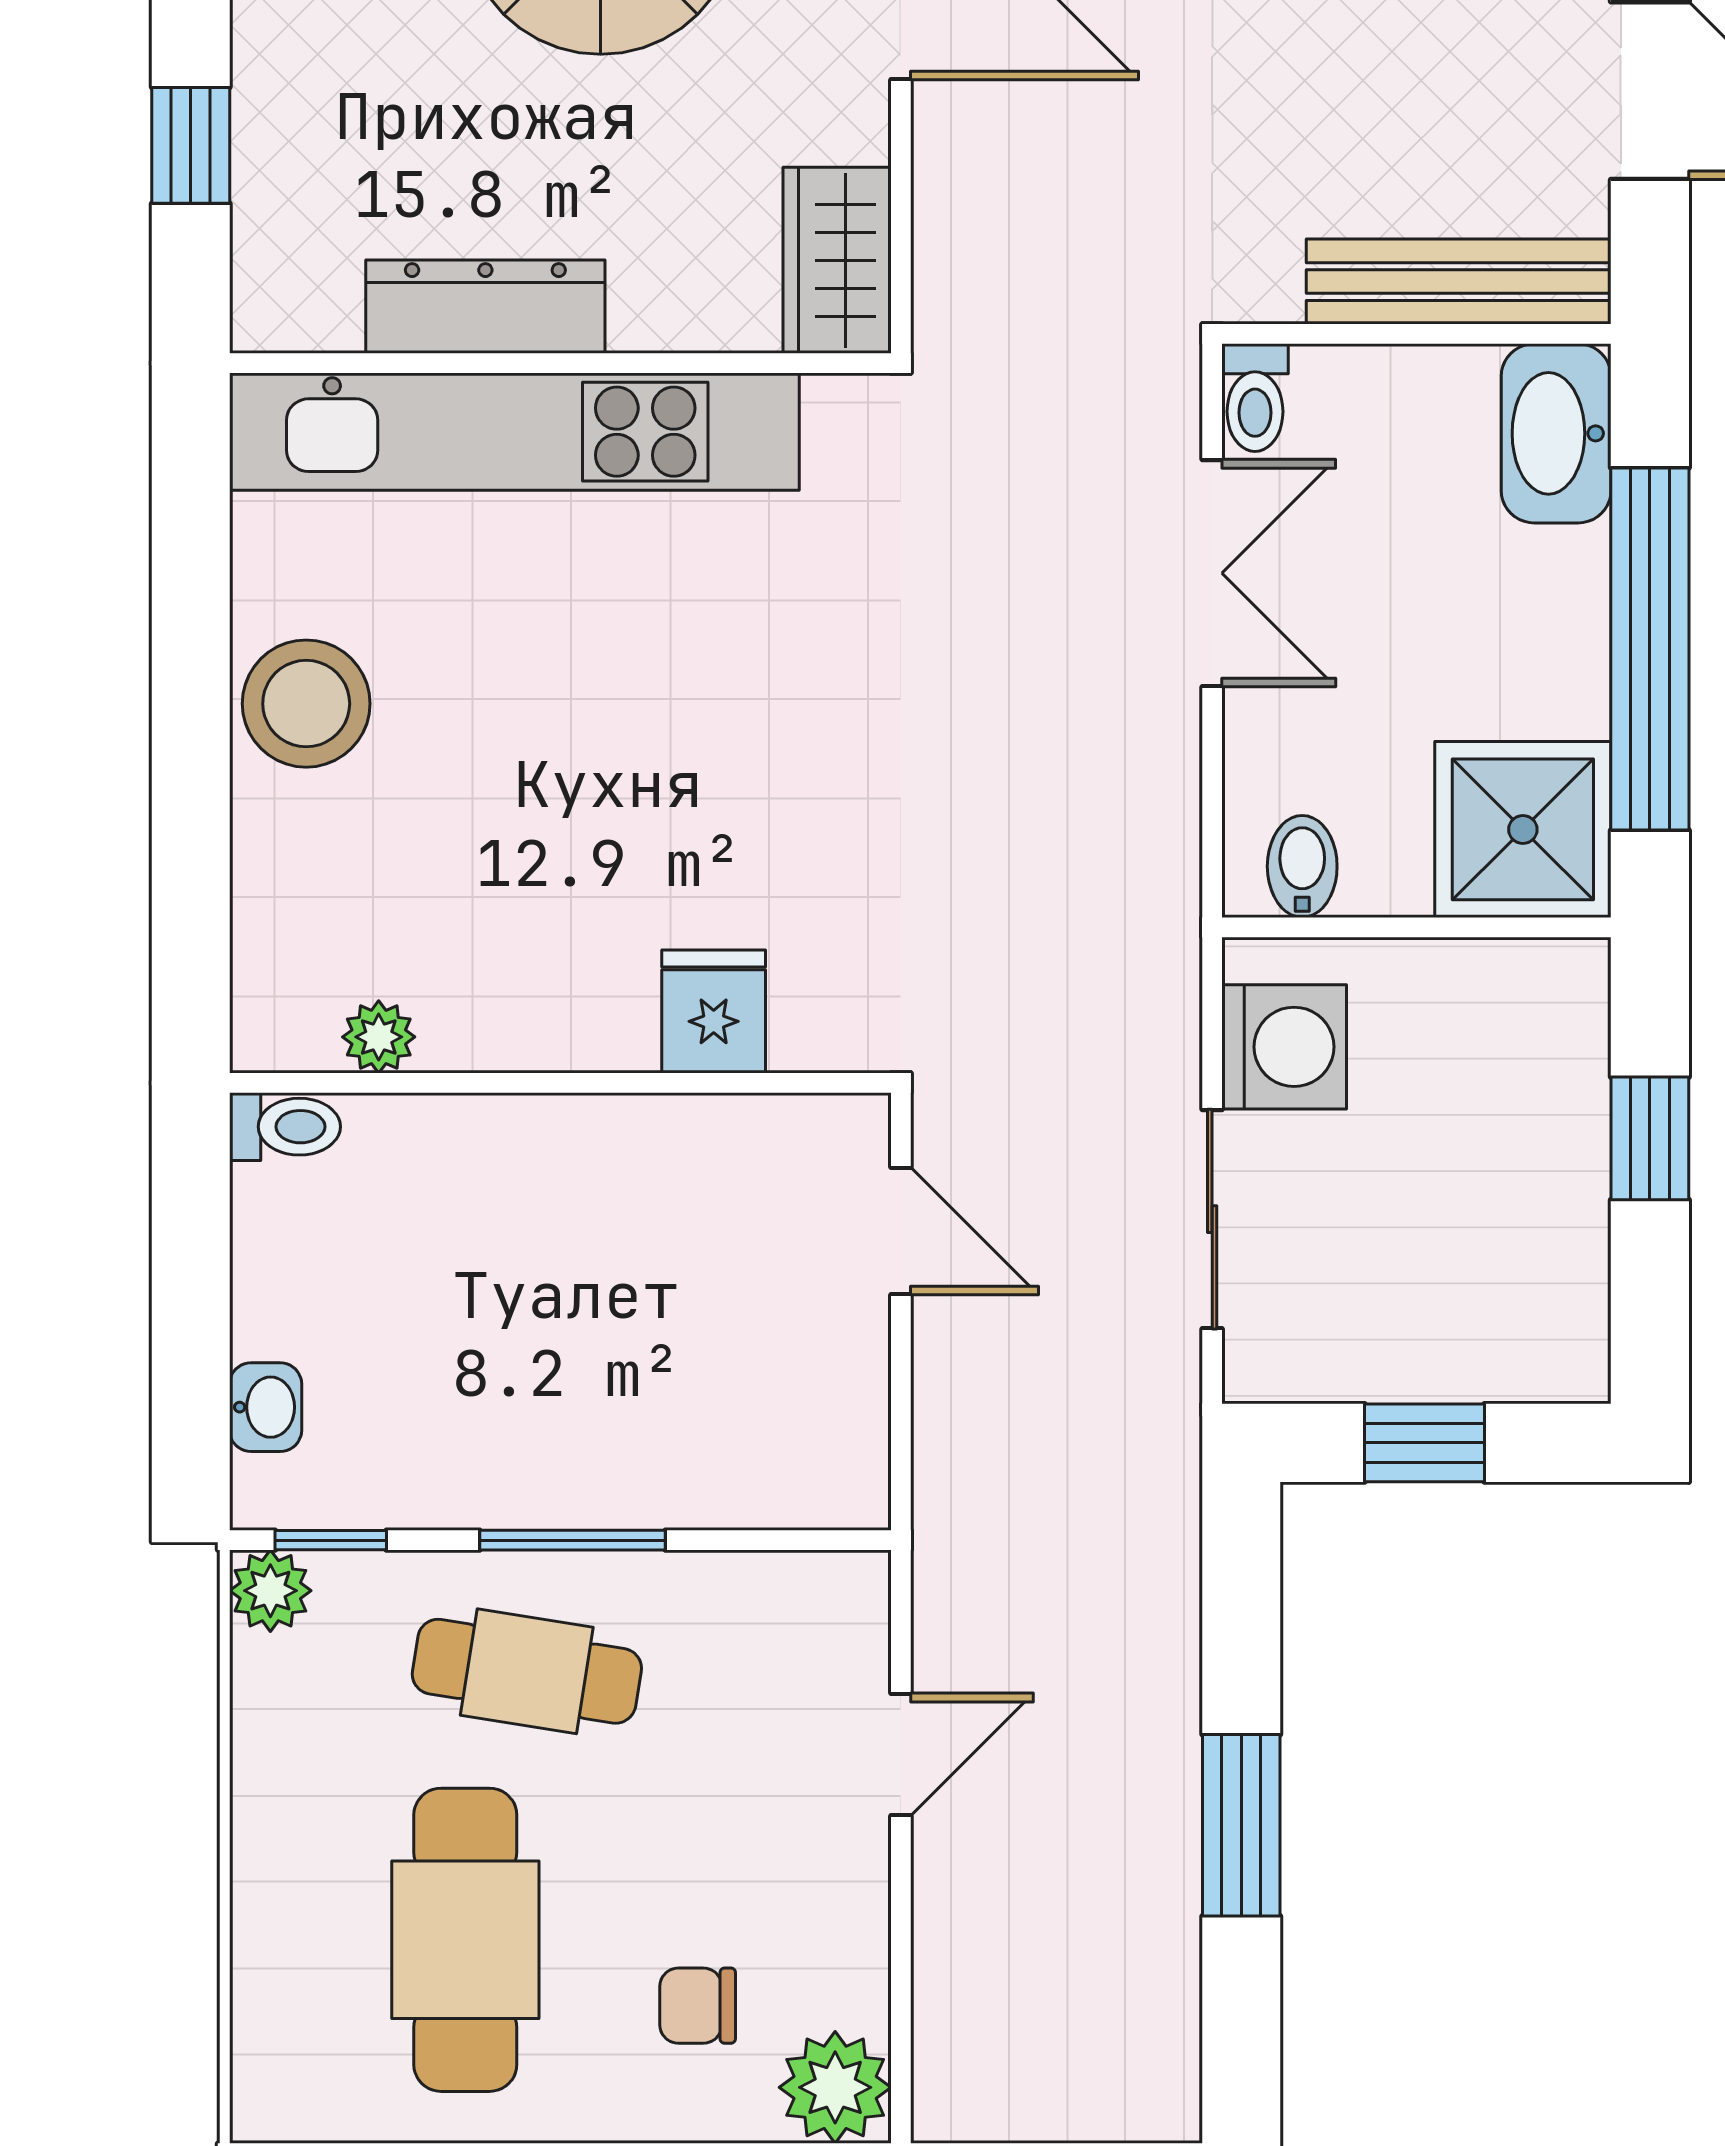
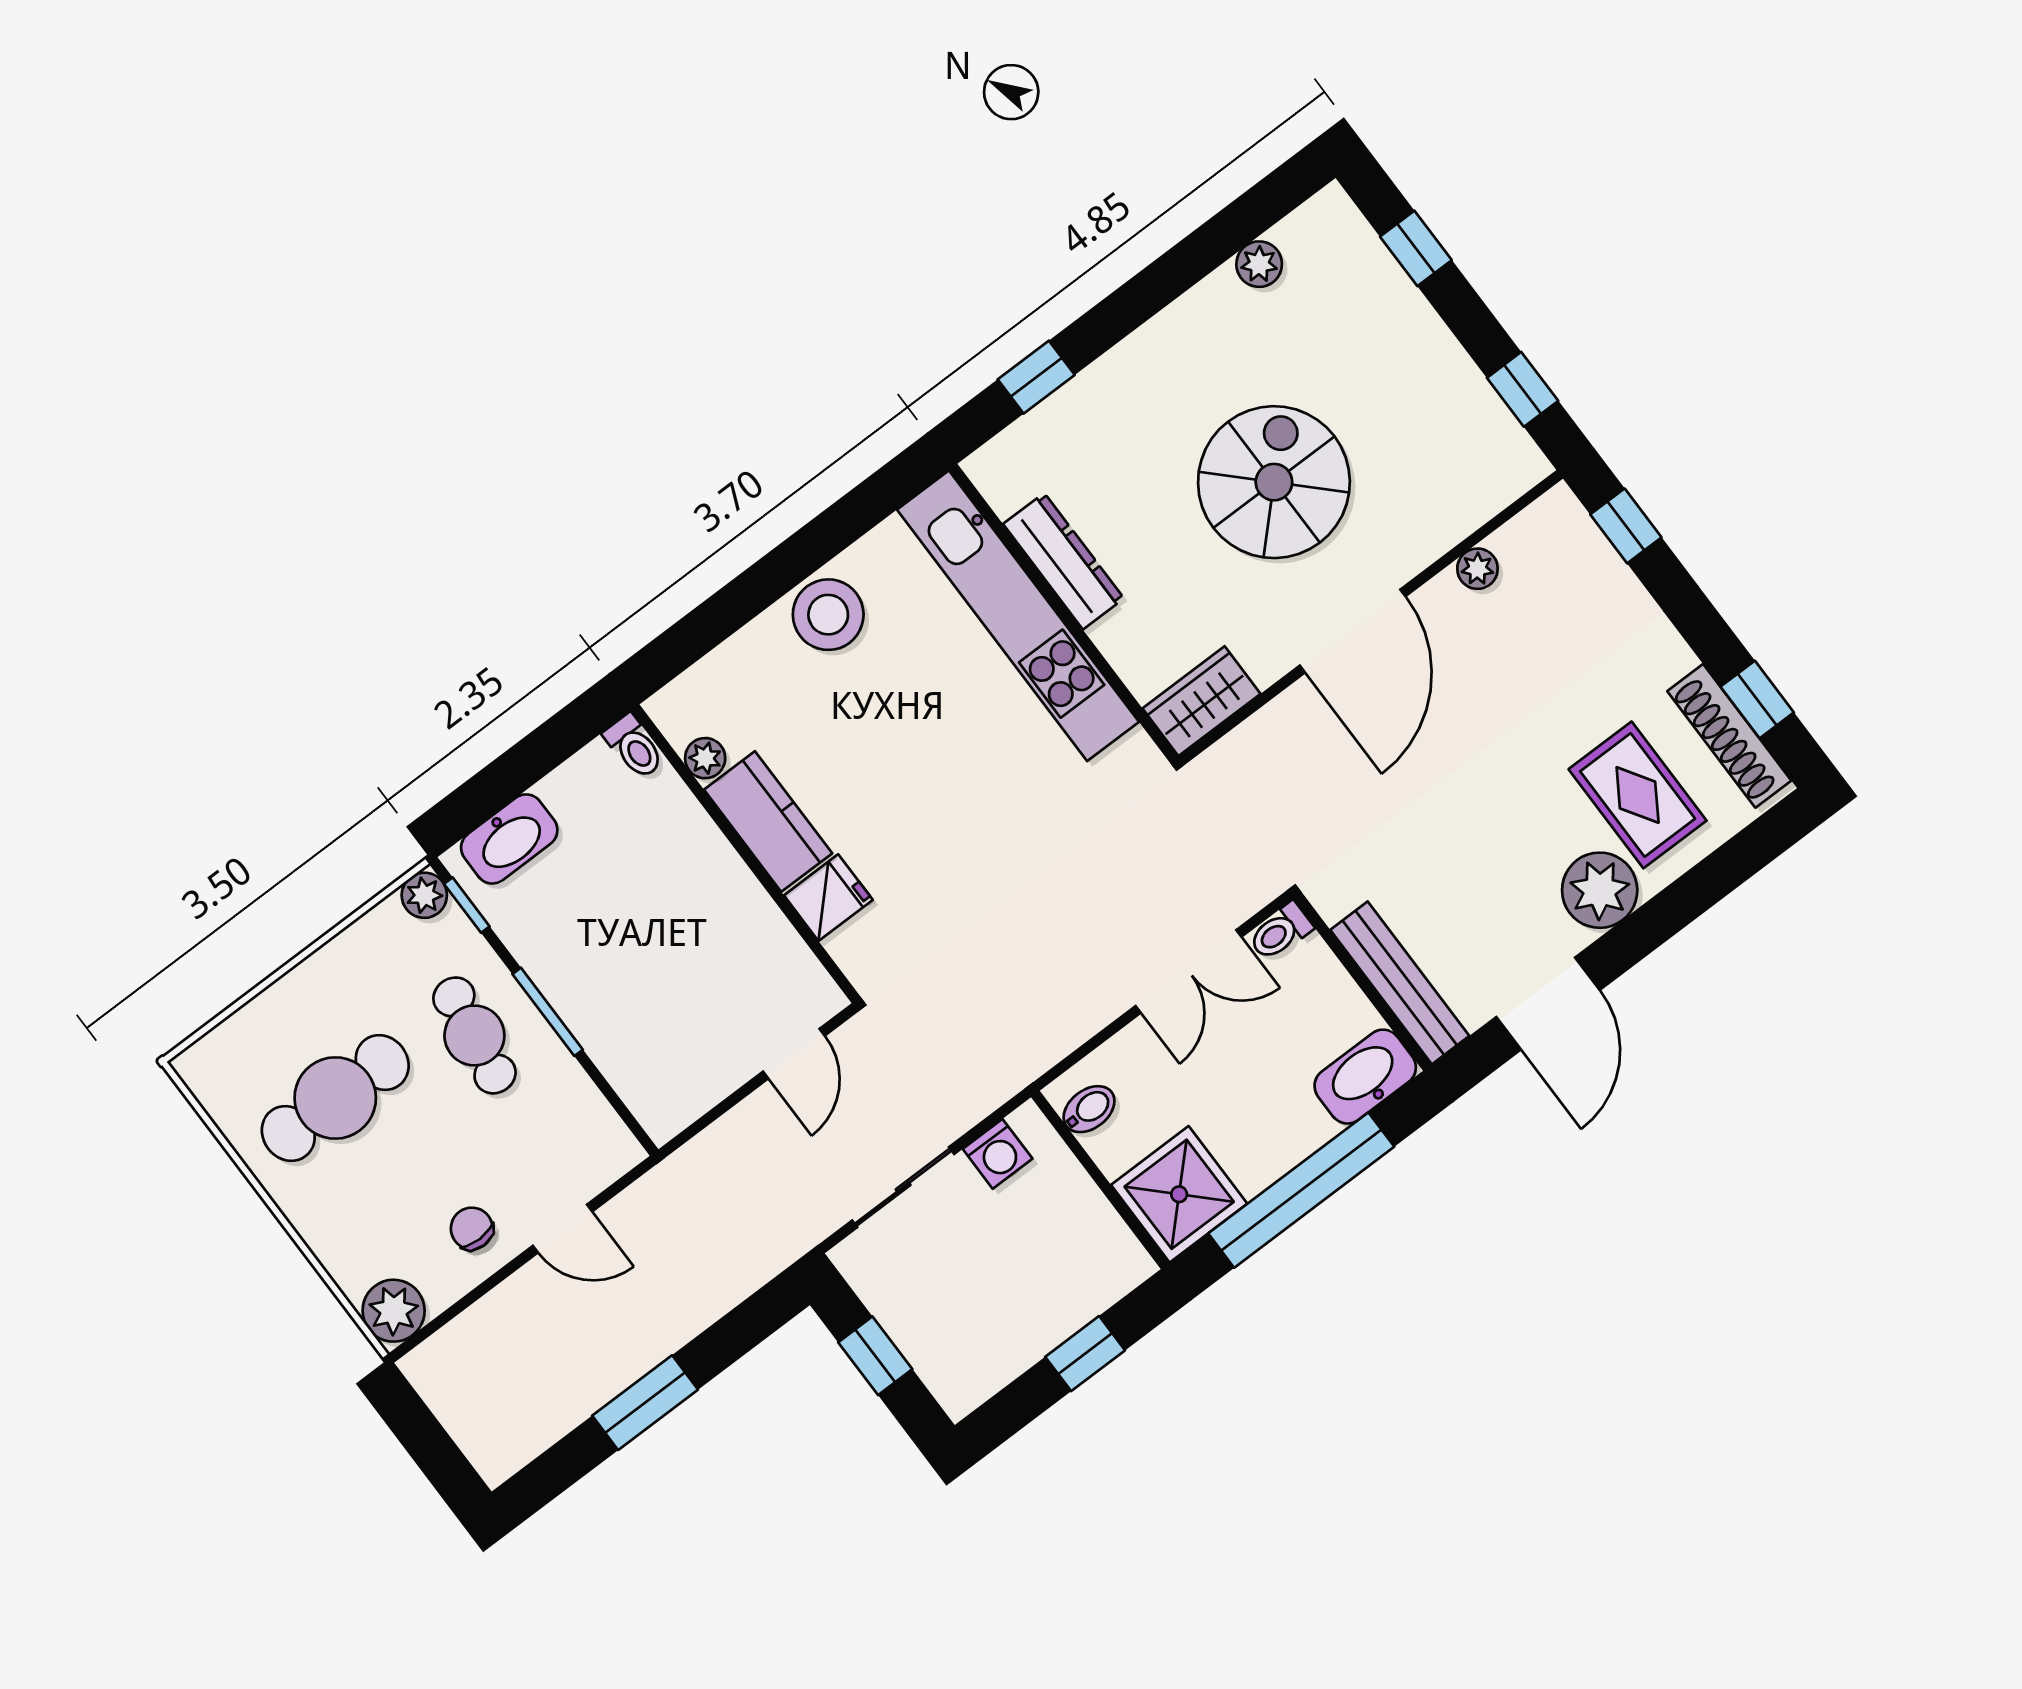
kitchen counter: (538, 1015) -> (768, 821), added
washing machine: (1284, 1047) -> (998, 1154), width x0.73, depth x0.73
washbasin: (266, 1407) -> (509, 839), width x1.91, depth x1.45
chair: (698, 2006) -> (472, 1229), moved

